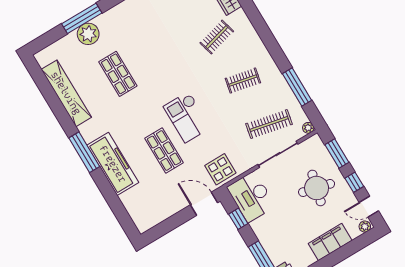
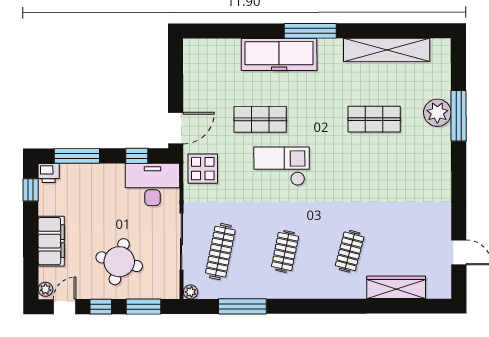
clothes rail: (217, 37) -> (350, 251), turned 30

